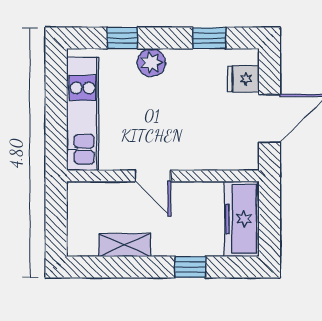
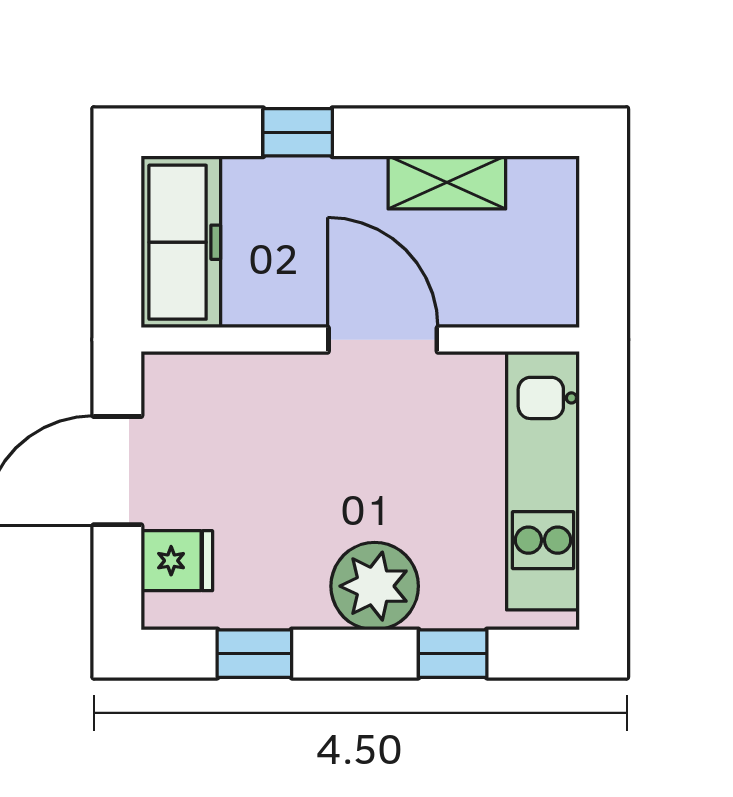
plant: (151, 63) -> (375, 586), width x1.36, depth x1.36
door: (153, 176) -> (383, 340), width x1.38

